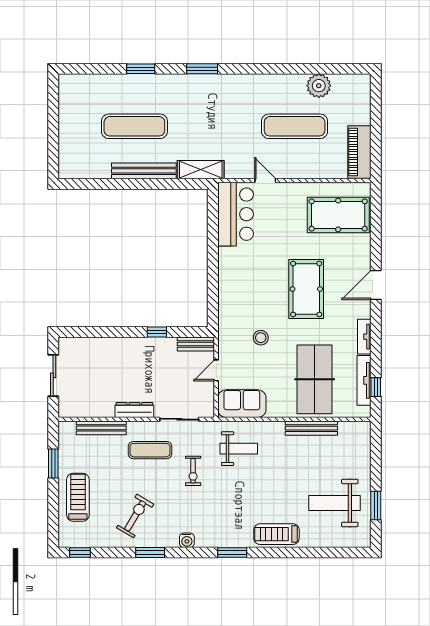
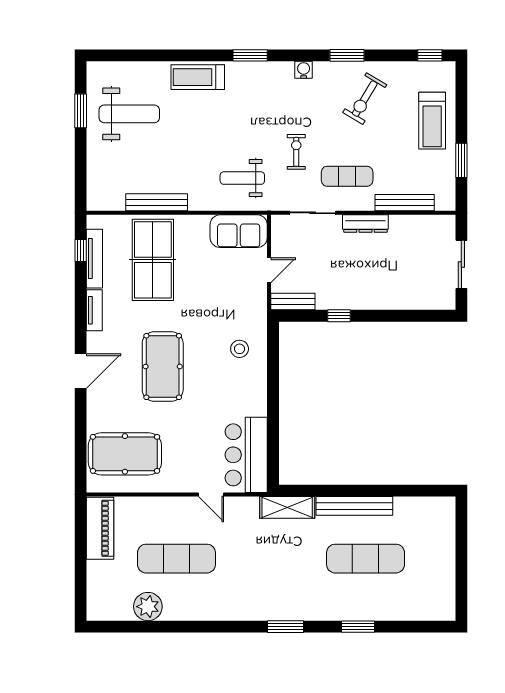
stool: (261, 338) -> (240, 349), moved
treadmill: (276, 534) -> (198, 77), turned 180

